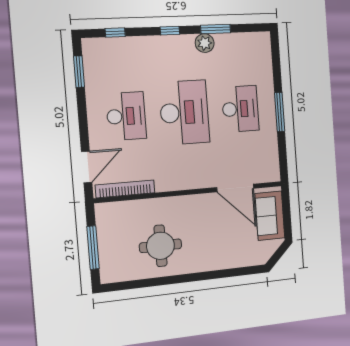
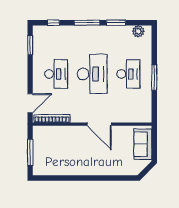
window: (170, 31) -> (87, 23), width x2.17
plant: (205, 43) -> (138, 31), moved
door: (235, 188) -> (99, 124), moved
round table: (161, 246) -> (71, 156), removed

